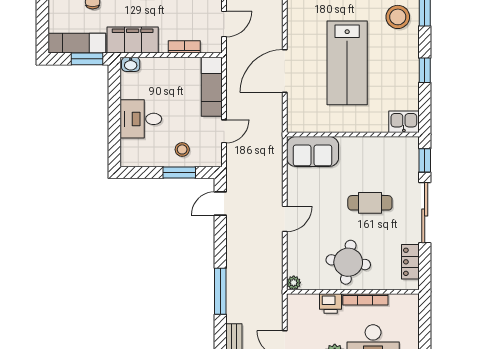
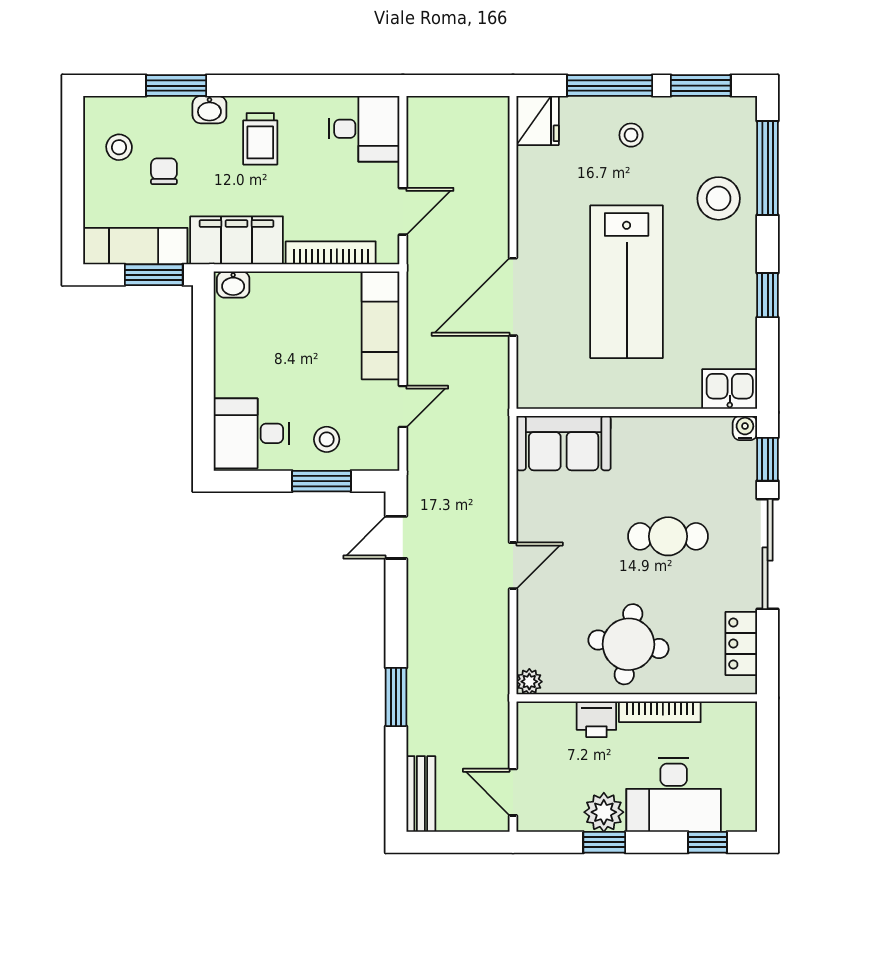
bookcase: (184, 47) -> (331, 253), width x1.56
desk: (141, 119) -> (251, 433), moved
water cooler: (412, 143) -> (745, 428), added
window: (220, 291) -> (396, 697), width x0.69

